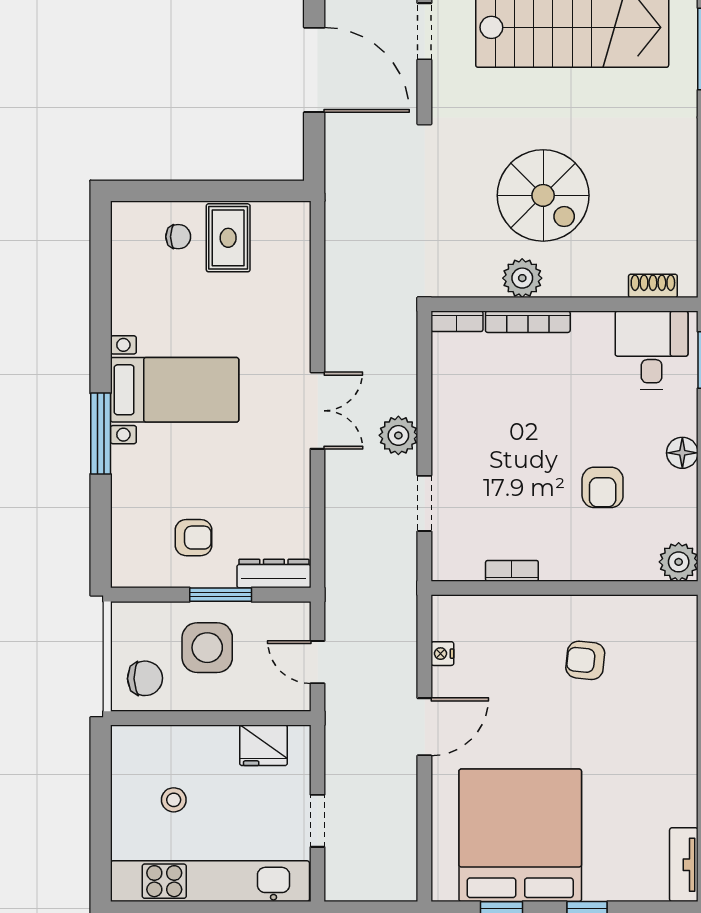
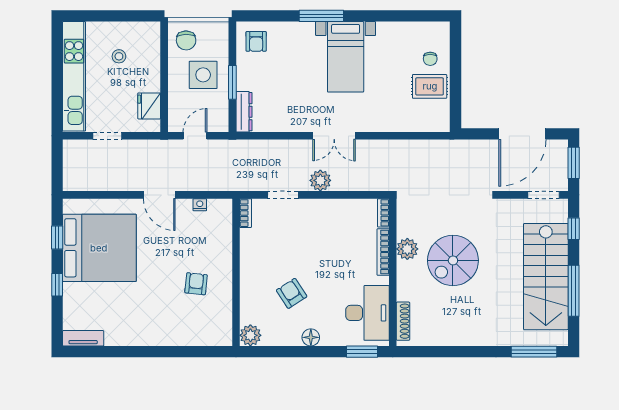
shoe rack: (653, 286) -> (403, 321), width x1.43
desk: (652, 350) -> (368, 313), width x1.37
armchair: (603, 487) -> (292, 293), turned 57
armchair: (193, 538) -> (256, 41), moved
bookcase: (512, 571) -> (246, 213), moved

